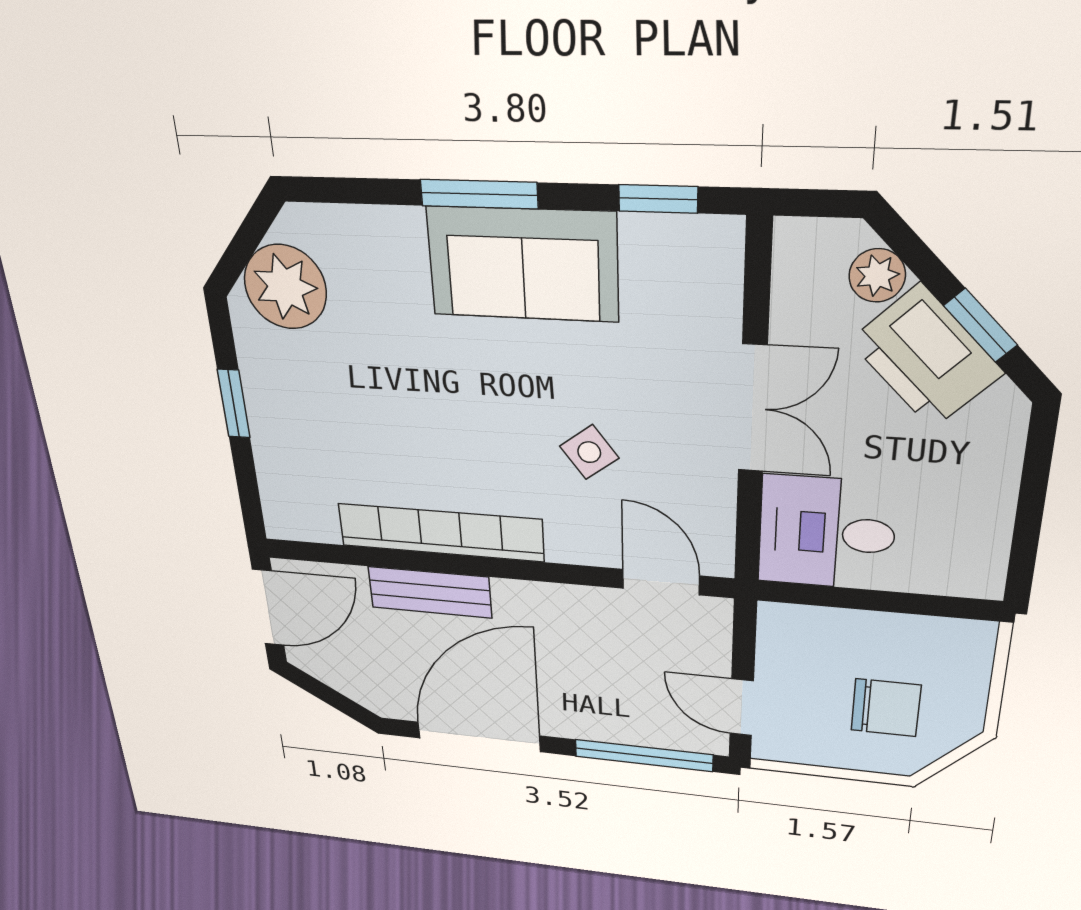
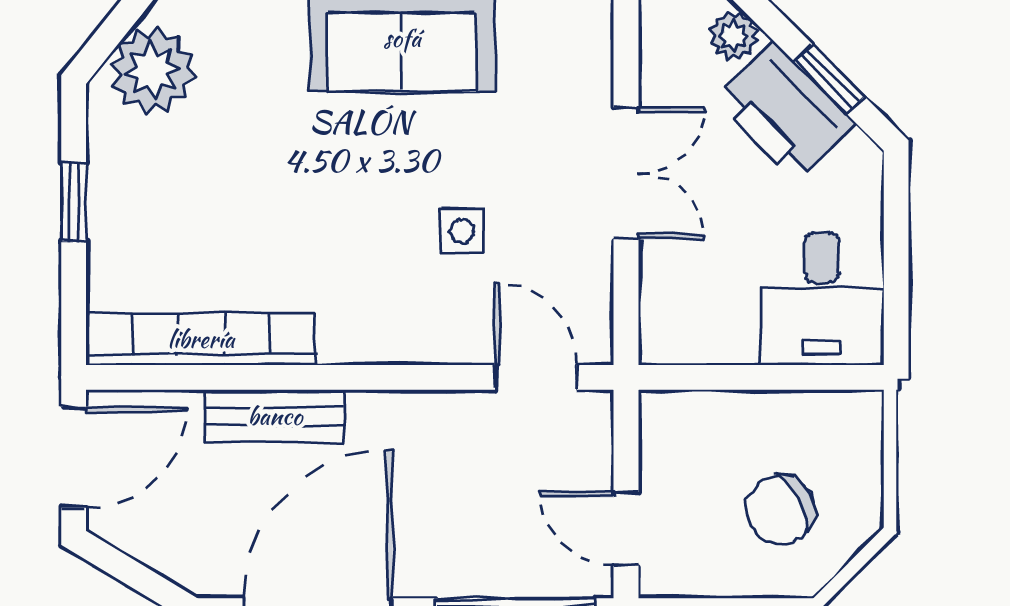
side table: (589, 452) -> (462, 231), turned 37
bookcase: (440, 533) -> (201, 339), moved
desk: (827, 533) -> (822, 299), moved, turned -90
chair: (886, 708) -> (780, 510), turned 151

